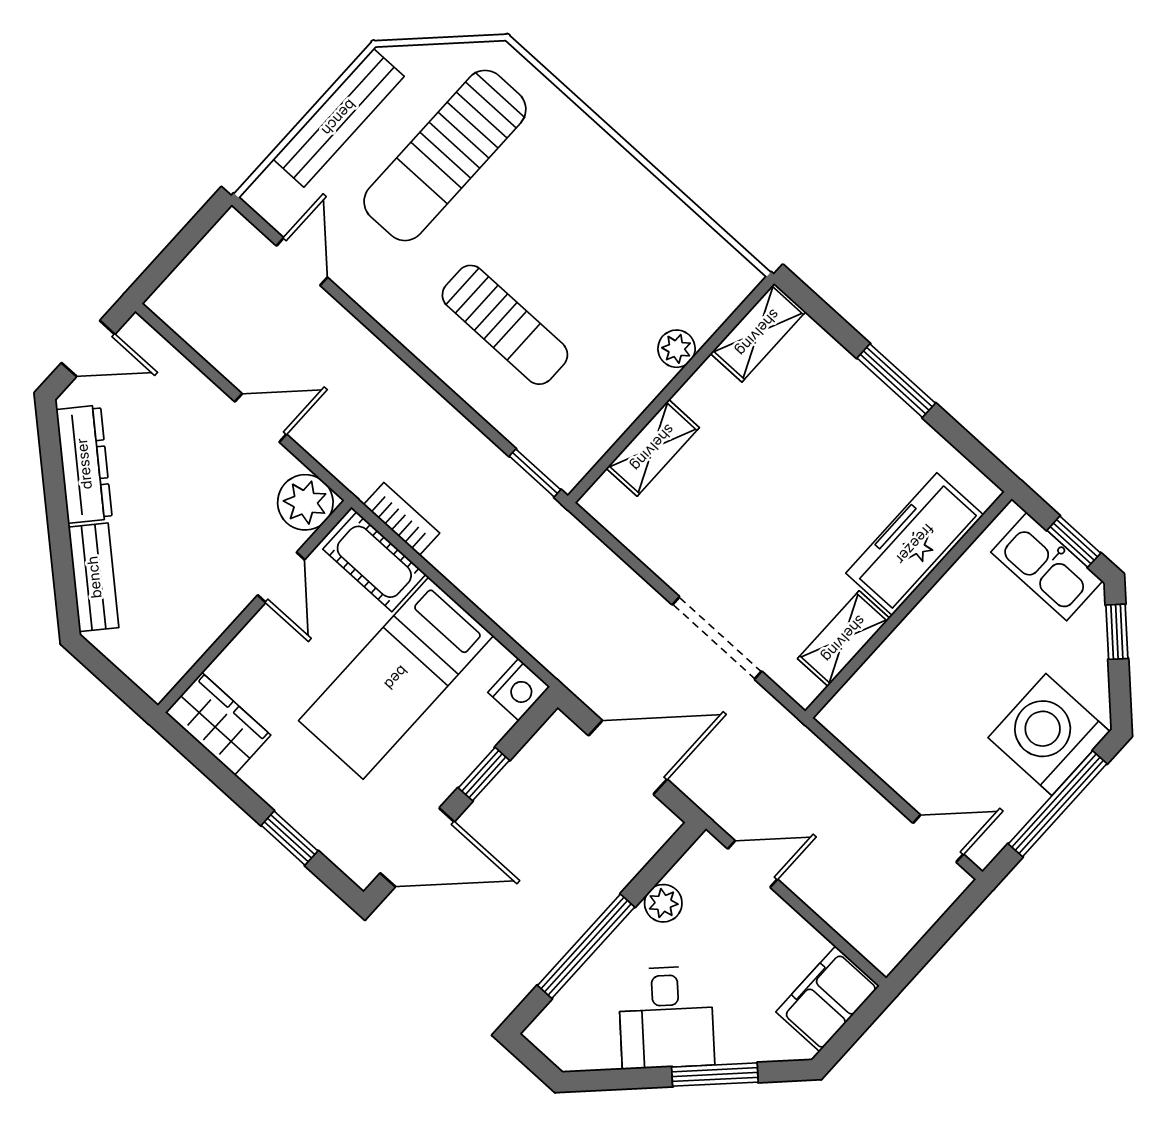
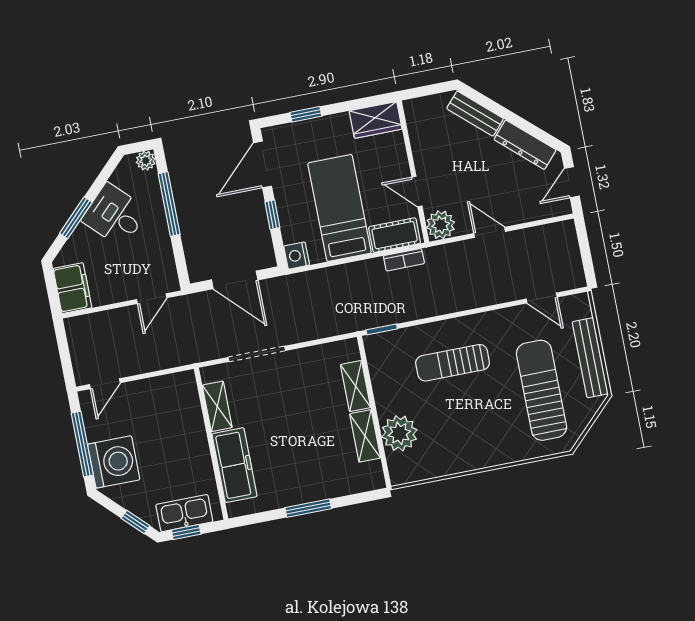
shelving: (758, 333) -> (365, 436), moved
plant: (677, 349) -> (399, 433), width x1.87, depth x1.87
door: (261, 418) -> (490, 232), swing flipped
door: (628, 757) -> (235, 280), hinge flipped
plant: (663, 903) -> (146, 161), moved

